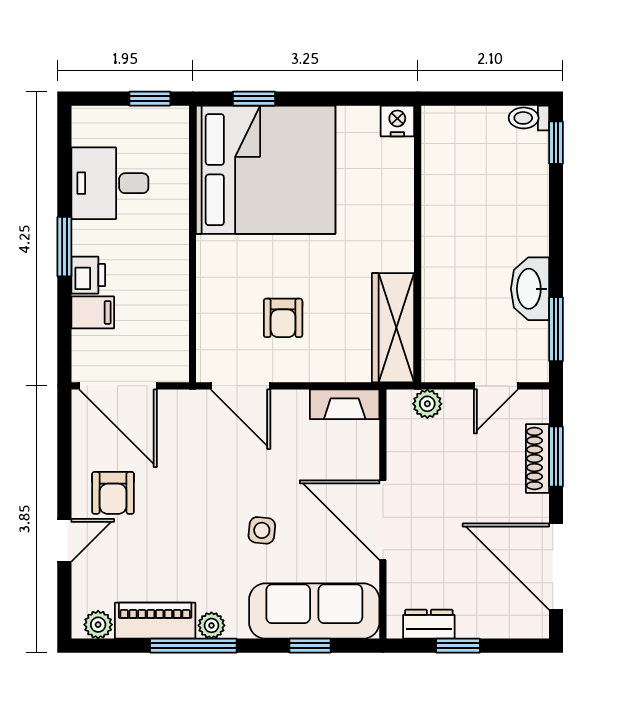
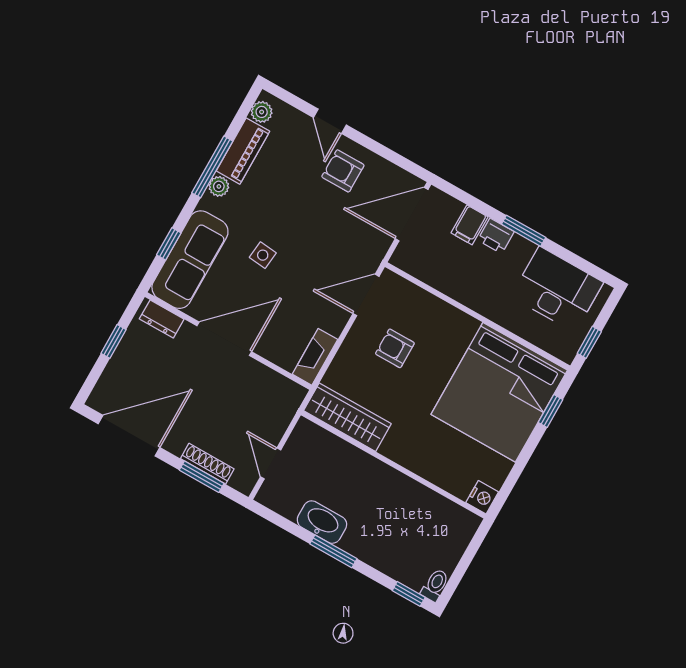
desk: (110, 183) -> (557, 289), width x1.37
window: (556, 329) -> (333, 551), moved
plant: (427, 404) -> (284, 411), removed
dresser: (429, 624) -> (162, 319), moved, turned 90

